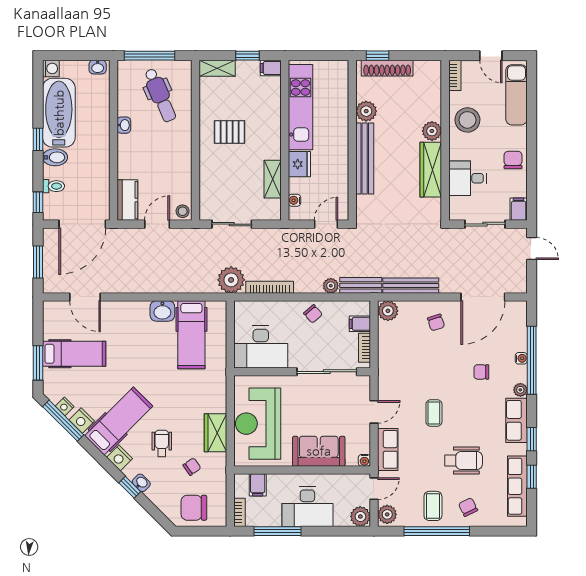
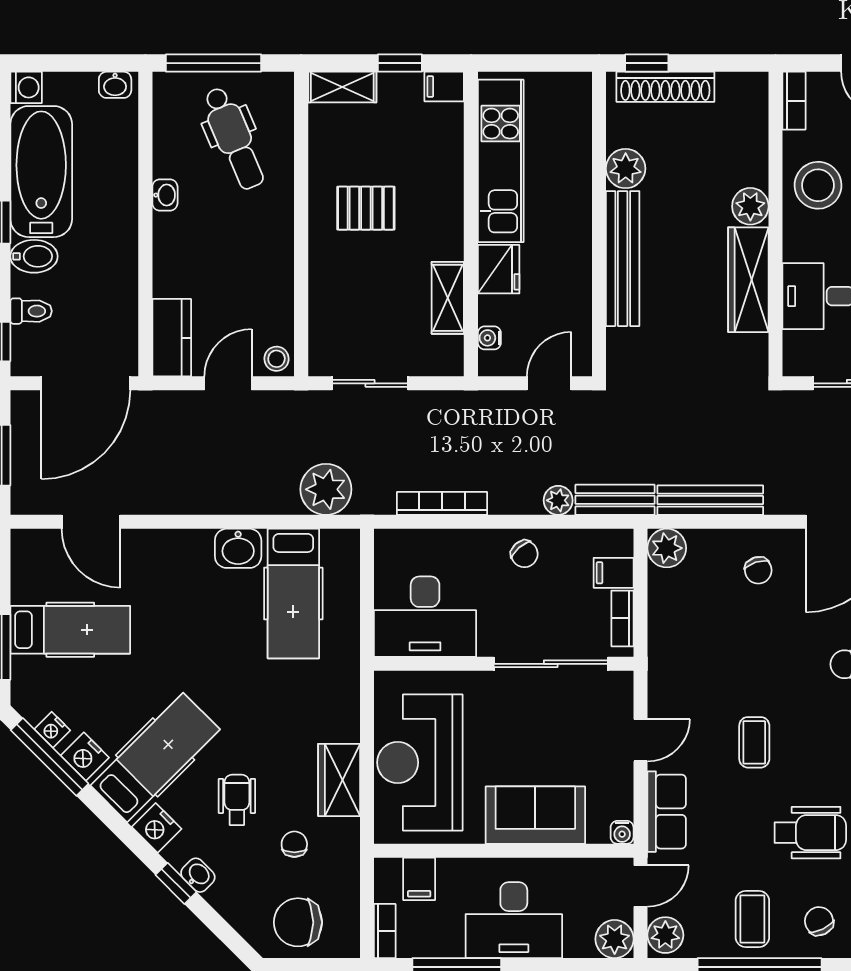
plant: (231, 280) -> (326, 489), moved
chair: (192, 467) -> (294, 844), turned -55

